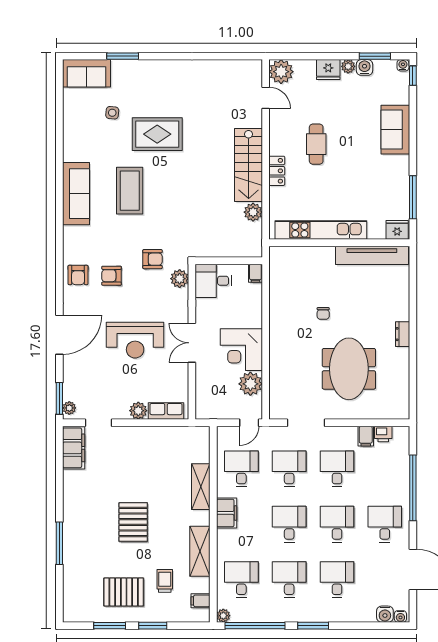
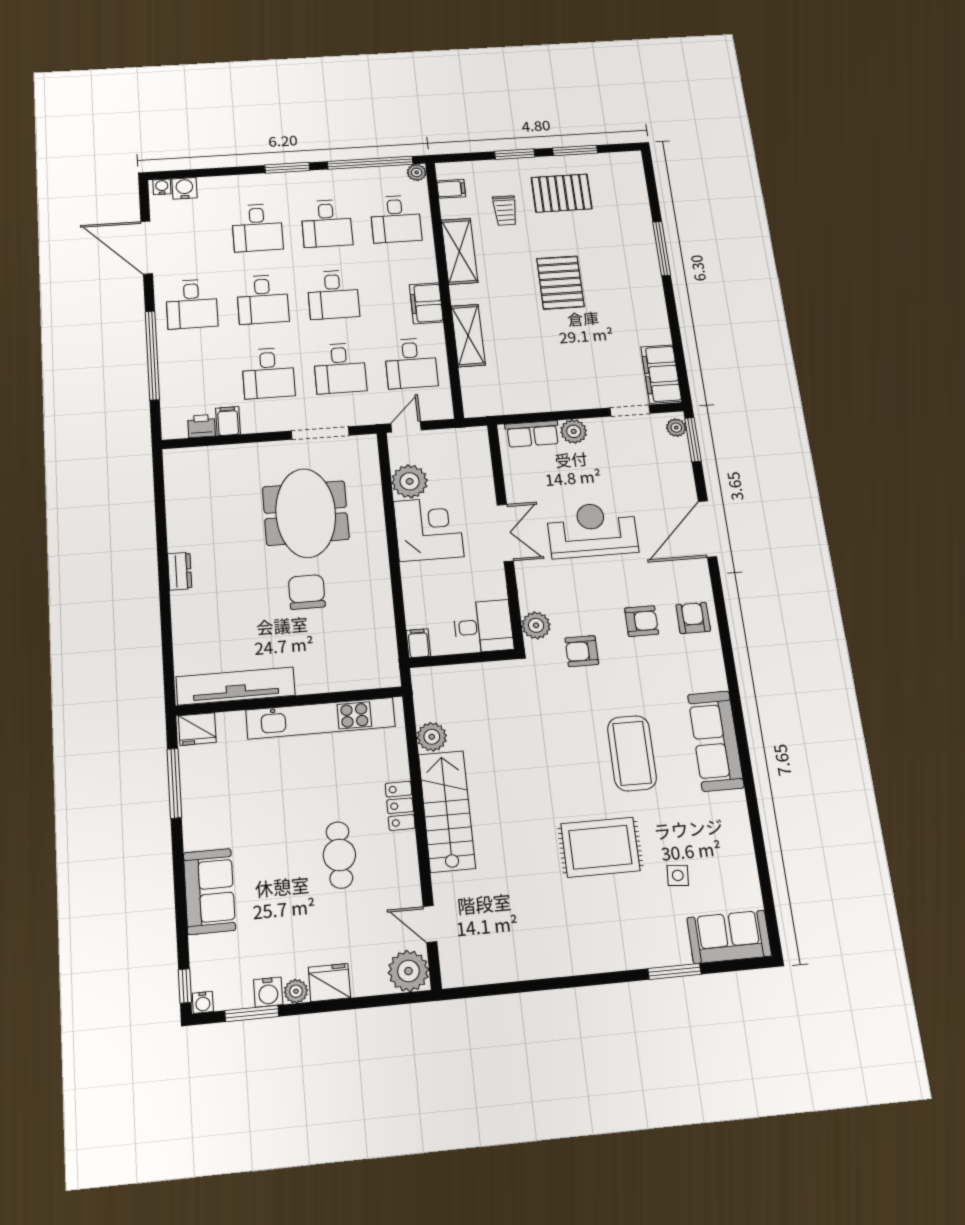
chair: (323, 313) -> (307, 592), width x1.87, depth x1.87
meeting table: (349, 369) -> (306, 513), moved

